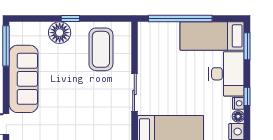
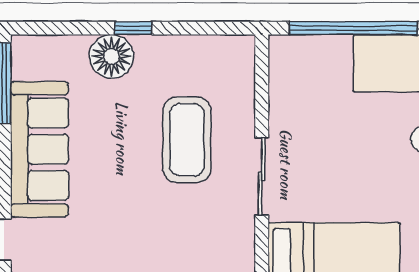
coffee table: (101, 49) -> (187, 140), moved

